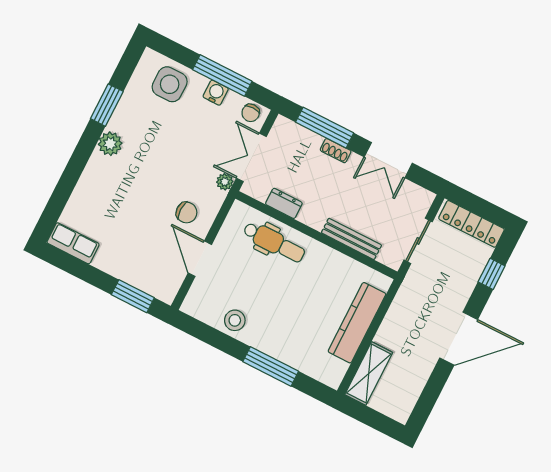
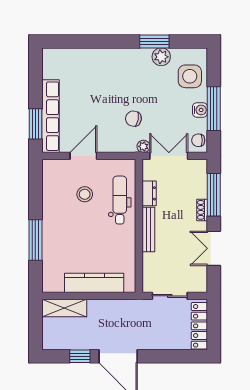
plant: (110, 144) -> (161, 57), moved
chair: (187, 212) -> (133, 119), moved, turned 100
bench: (351, 239) -> (148, 229), moved
dental chair: (274, 242) -> (120, 200), turned 180
row of seats: (73, 243) -> (51, 116), moved, width x2.02
window: (492, 274) -> (80, 356), moved
stool: (235, 320) -> (85, 194), moved

